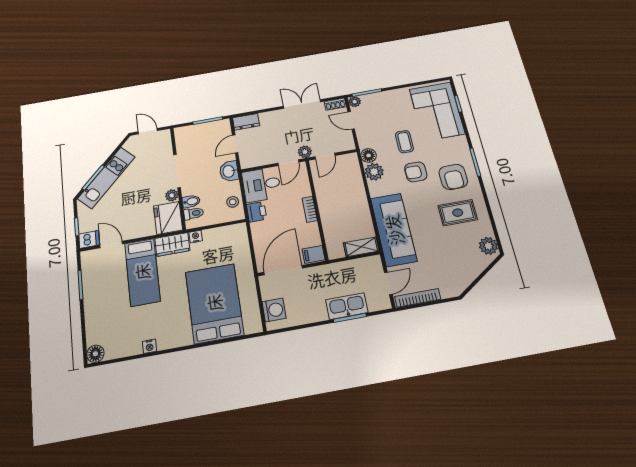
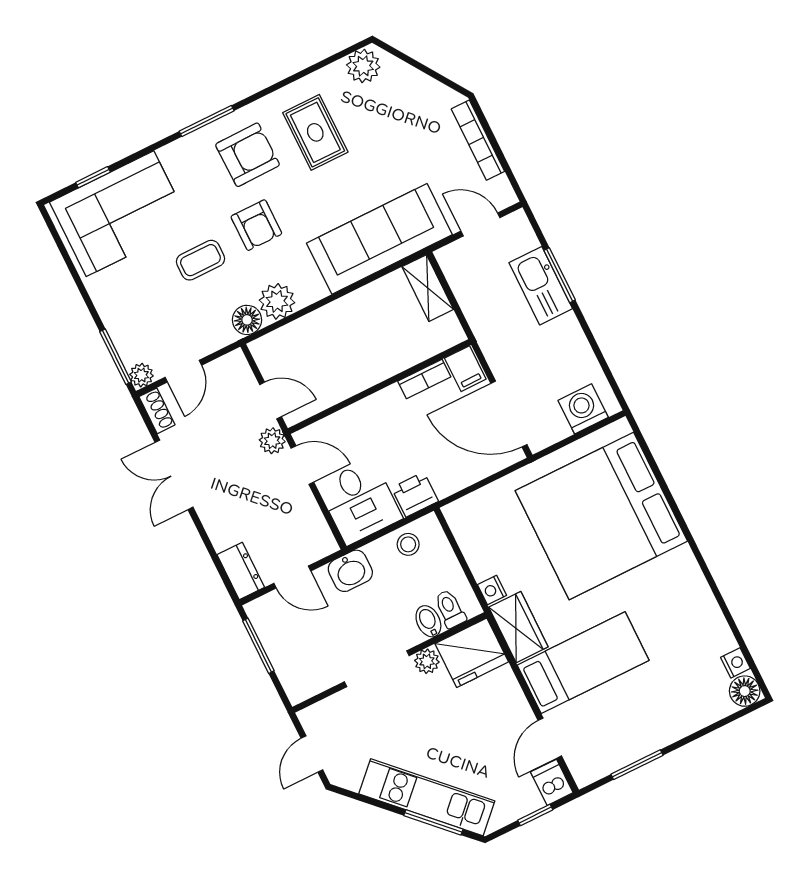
bookcase: (310, 209) -> (424, 379), moved
bookcase: (418, 298) -> (478, 140), moved
bed: (214, 303) -> (601, 516), width x1.36
nightstand: (150, 346) -> (735, 663), moved

